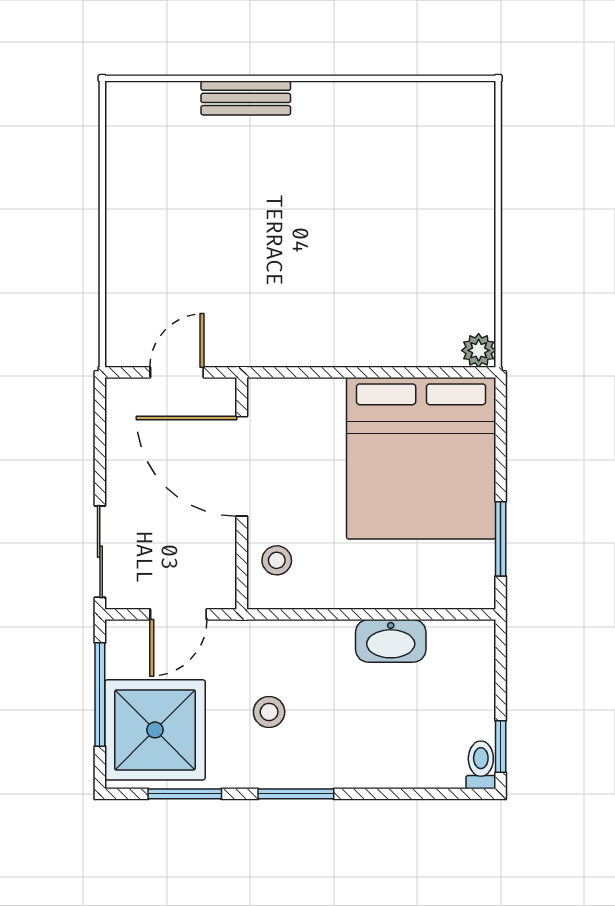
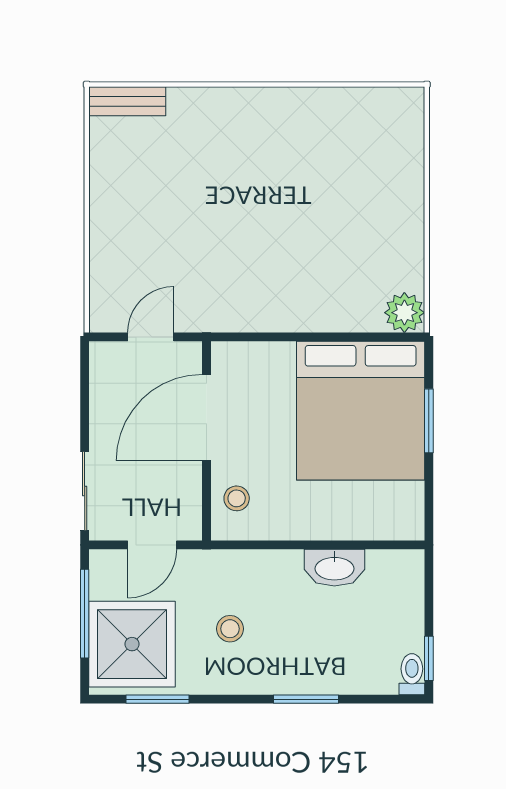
bench: (246, 98) -> (127, 101), moved
plant: (479, 350) -> (404, 313), width x1.38, depth x1.38
door: (242, 466) -> (207, 418), hinge flipped
window: (501, 539) -> (429, 421), moved
window: (296, 794) -> (306, 699), moved

